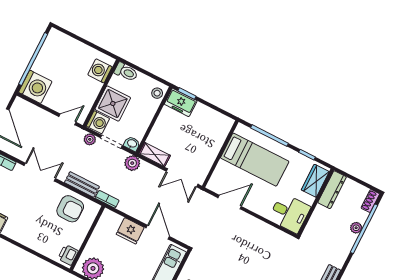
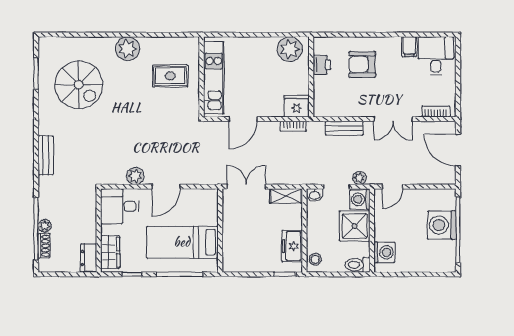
washing machine: (35, 87) -> (442, 225), moved
freezer: (181, 103) -> (292, 246), moved, turned -90
plant: (132, 163) -> (135, 176), moved
dresser: (332, 190) -> (89, 258), width x0.70
bookcase: (107, 199) -> (293, 126), moved
shoe rack: (370, 201) -> (44, 246), moved
door: (230, 202) -> (166, 187), moved
armchair: (70, 209) -> (362, 64), moved
fridge: (130, 231) -> (297, 106), moved
door: (158, 232) -> (243, 119), hinge flipped
printer: (68, 255) -> (322, 65), moved

